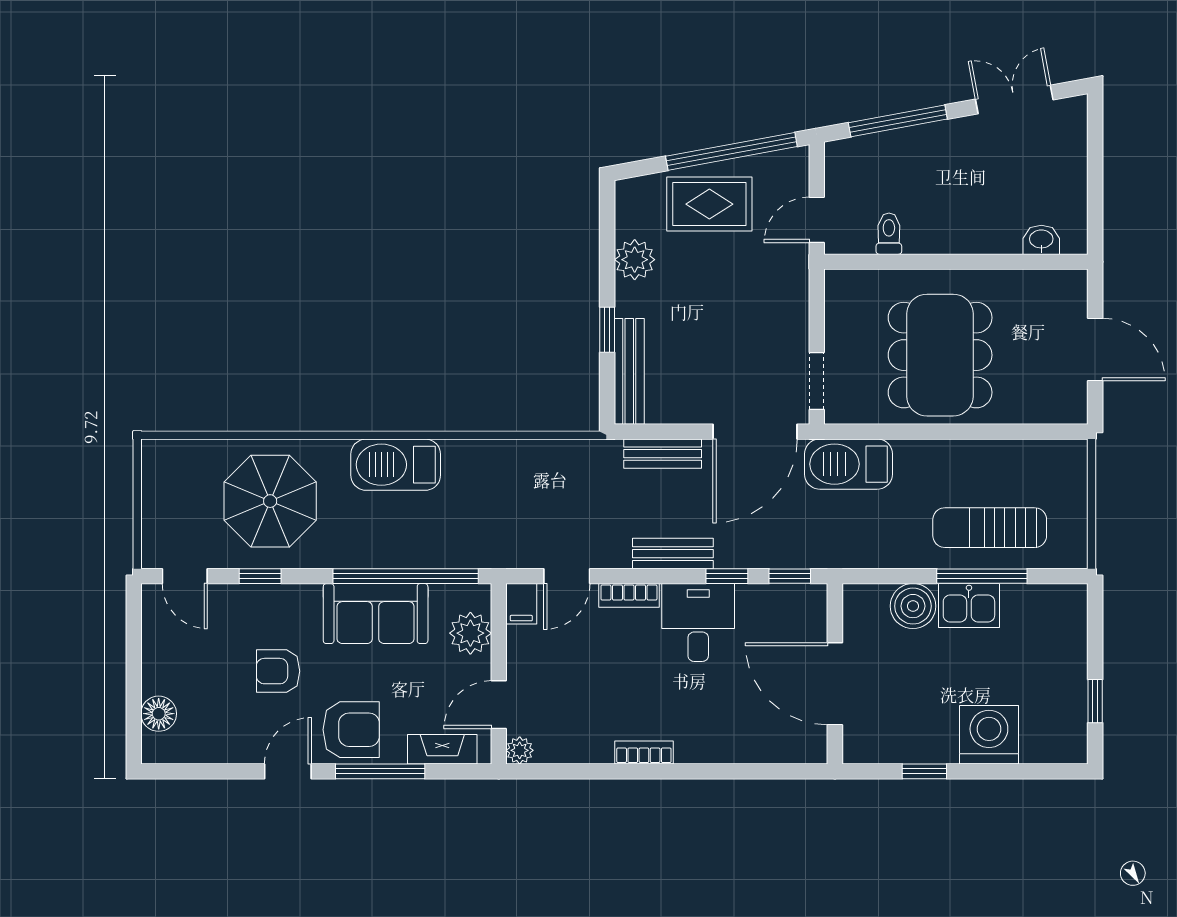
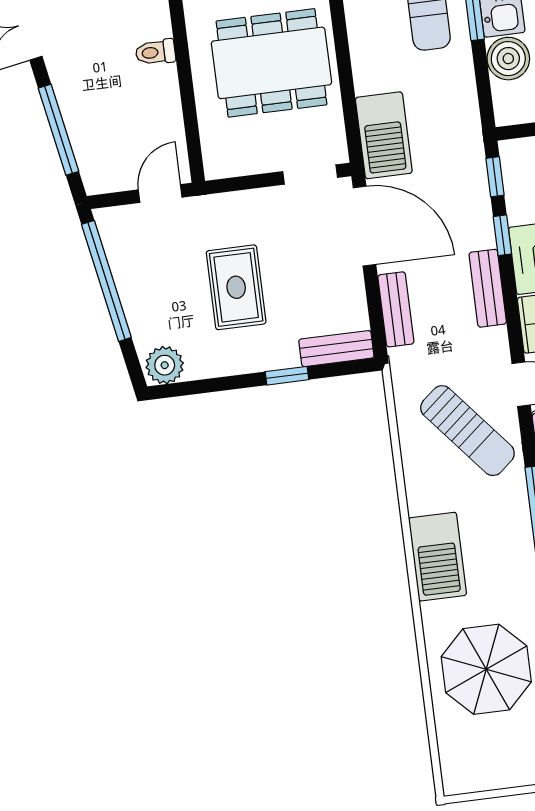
rug: (709, 204) -> (236, 287), moved
door: (817, 220) -> (160, 194), swing flipped
toilet: (889, 234) -> (155, 52), moved
plant: (635, 260) -> (165, 365), moved
bench: (629, 371) -> (336, 349), width x0.73
sun lounger: (525, 513) -> (467, 431), added

